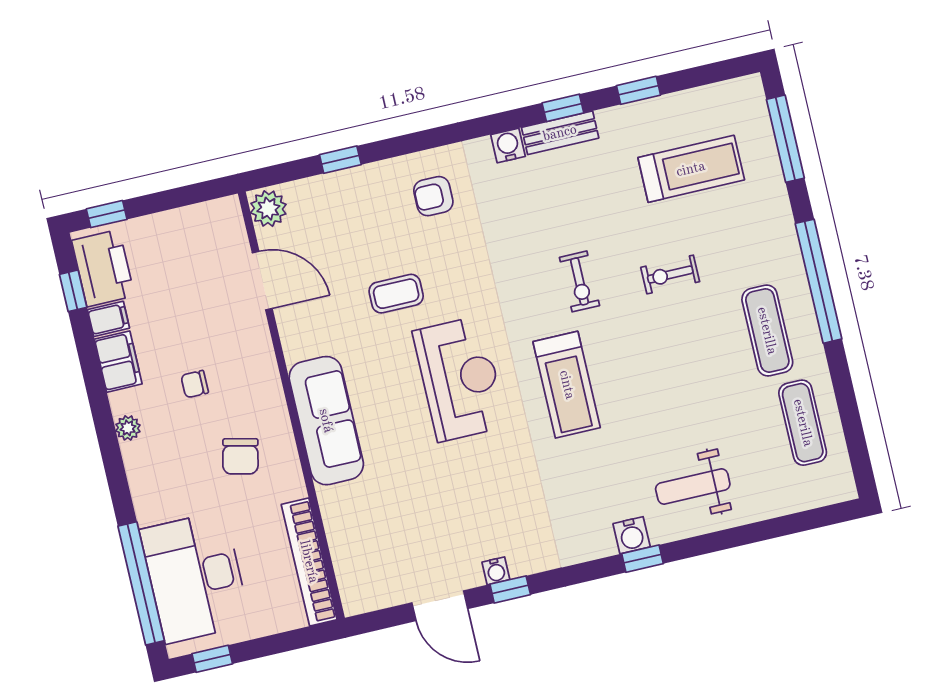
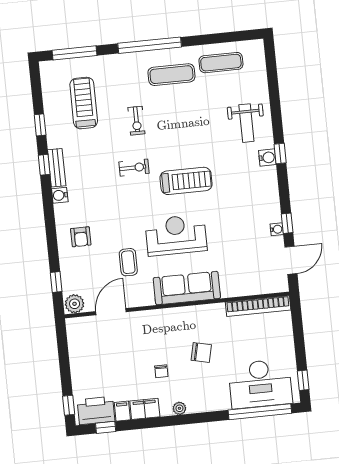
plant: (268, 209) -> (75, 304), moved
door: (262, 281) -> (111, 312), moved
wall: (291, 406) -> (177, 305), moved
sofa: (326, 421) -> (187, 288), moved
bookcase: (309, 562) -> (258, 306), moved

